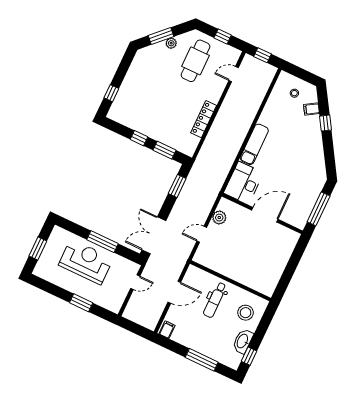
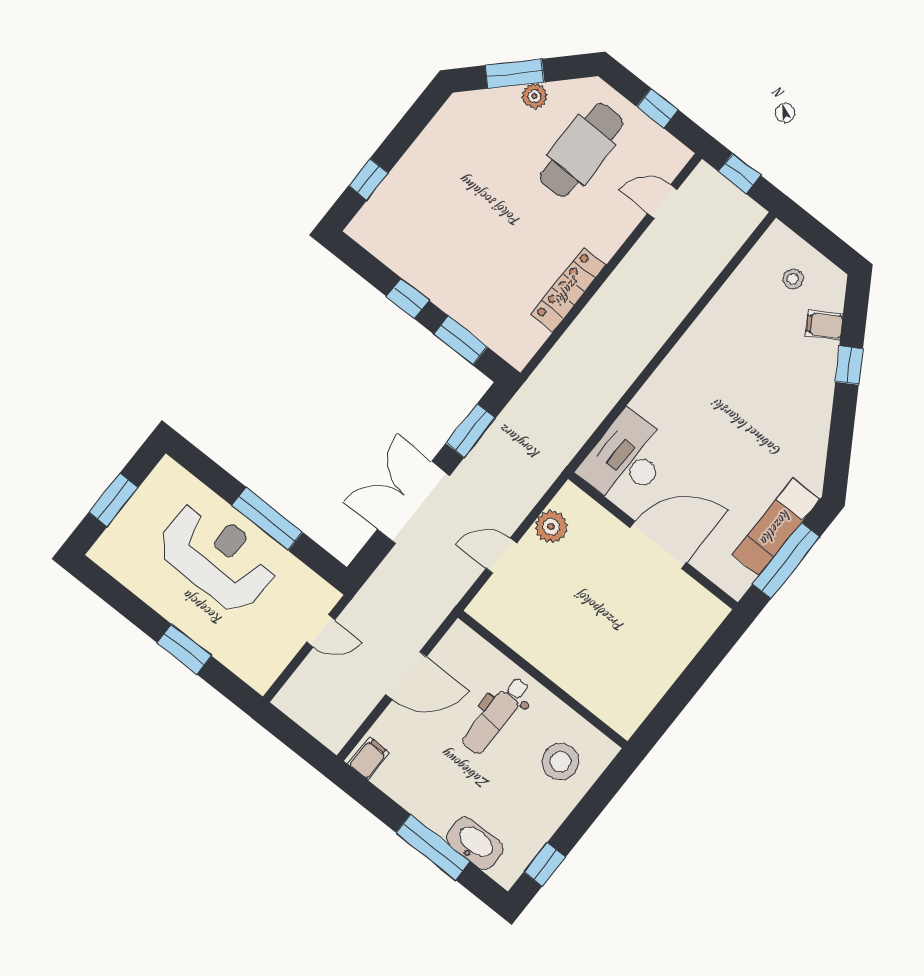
exam couch: (254, 144) -> (776, 527), moved, turned 180
double door: (154, 235) -> (413, 503), moved
washbasin: (243, 341) -> (475, 843), moved, turned 90

